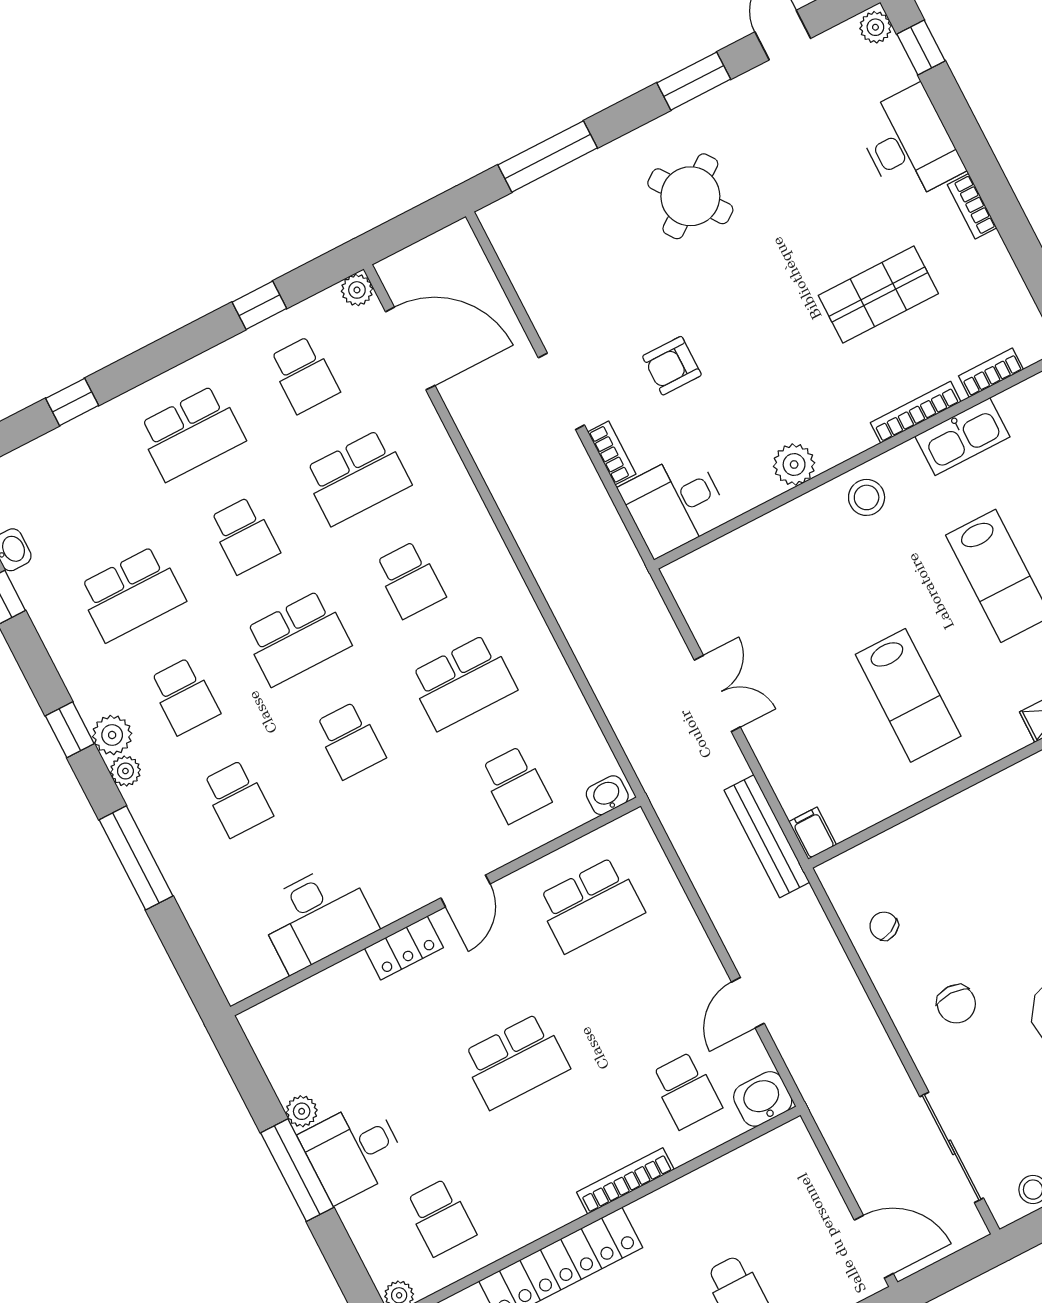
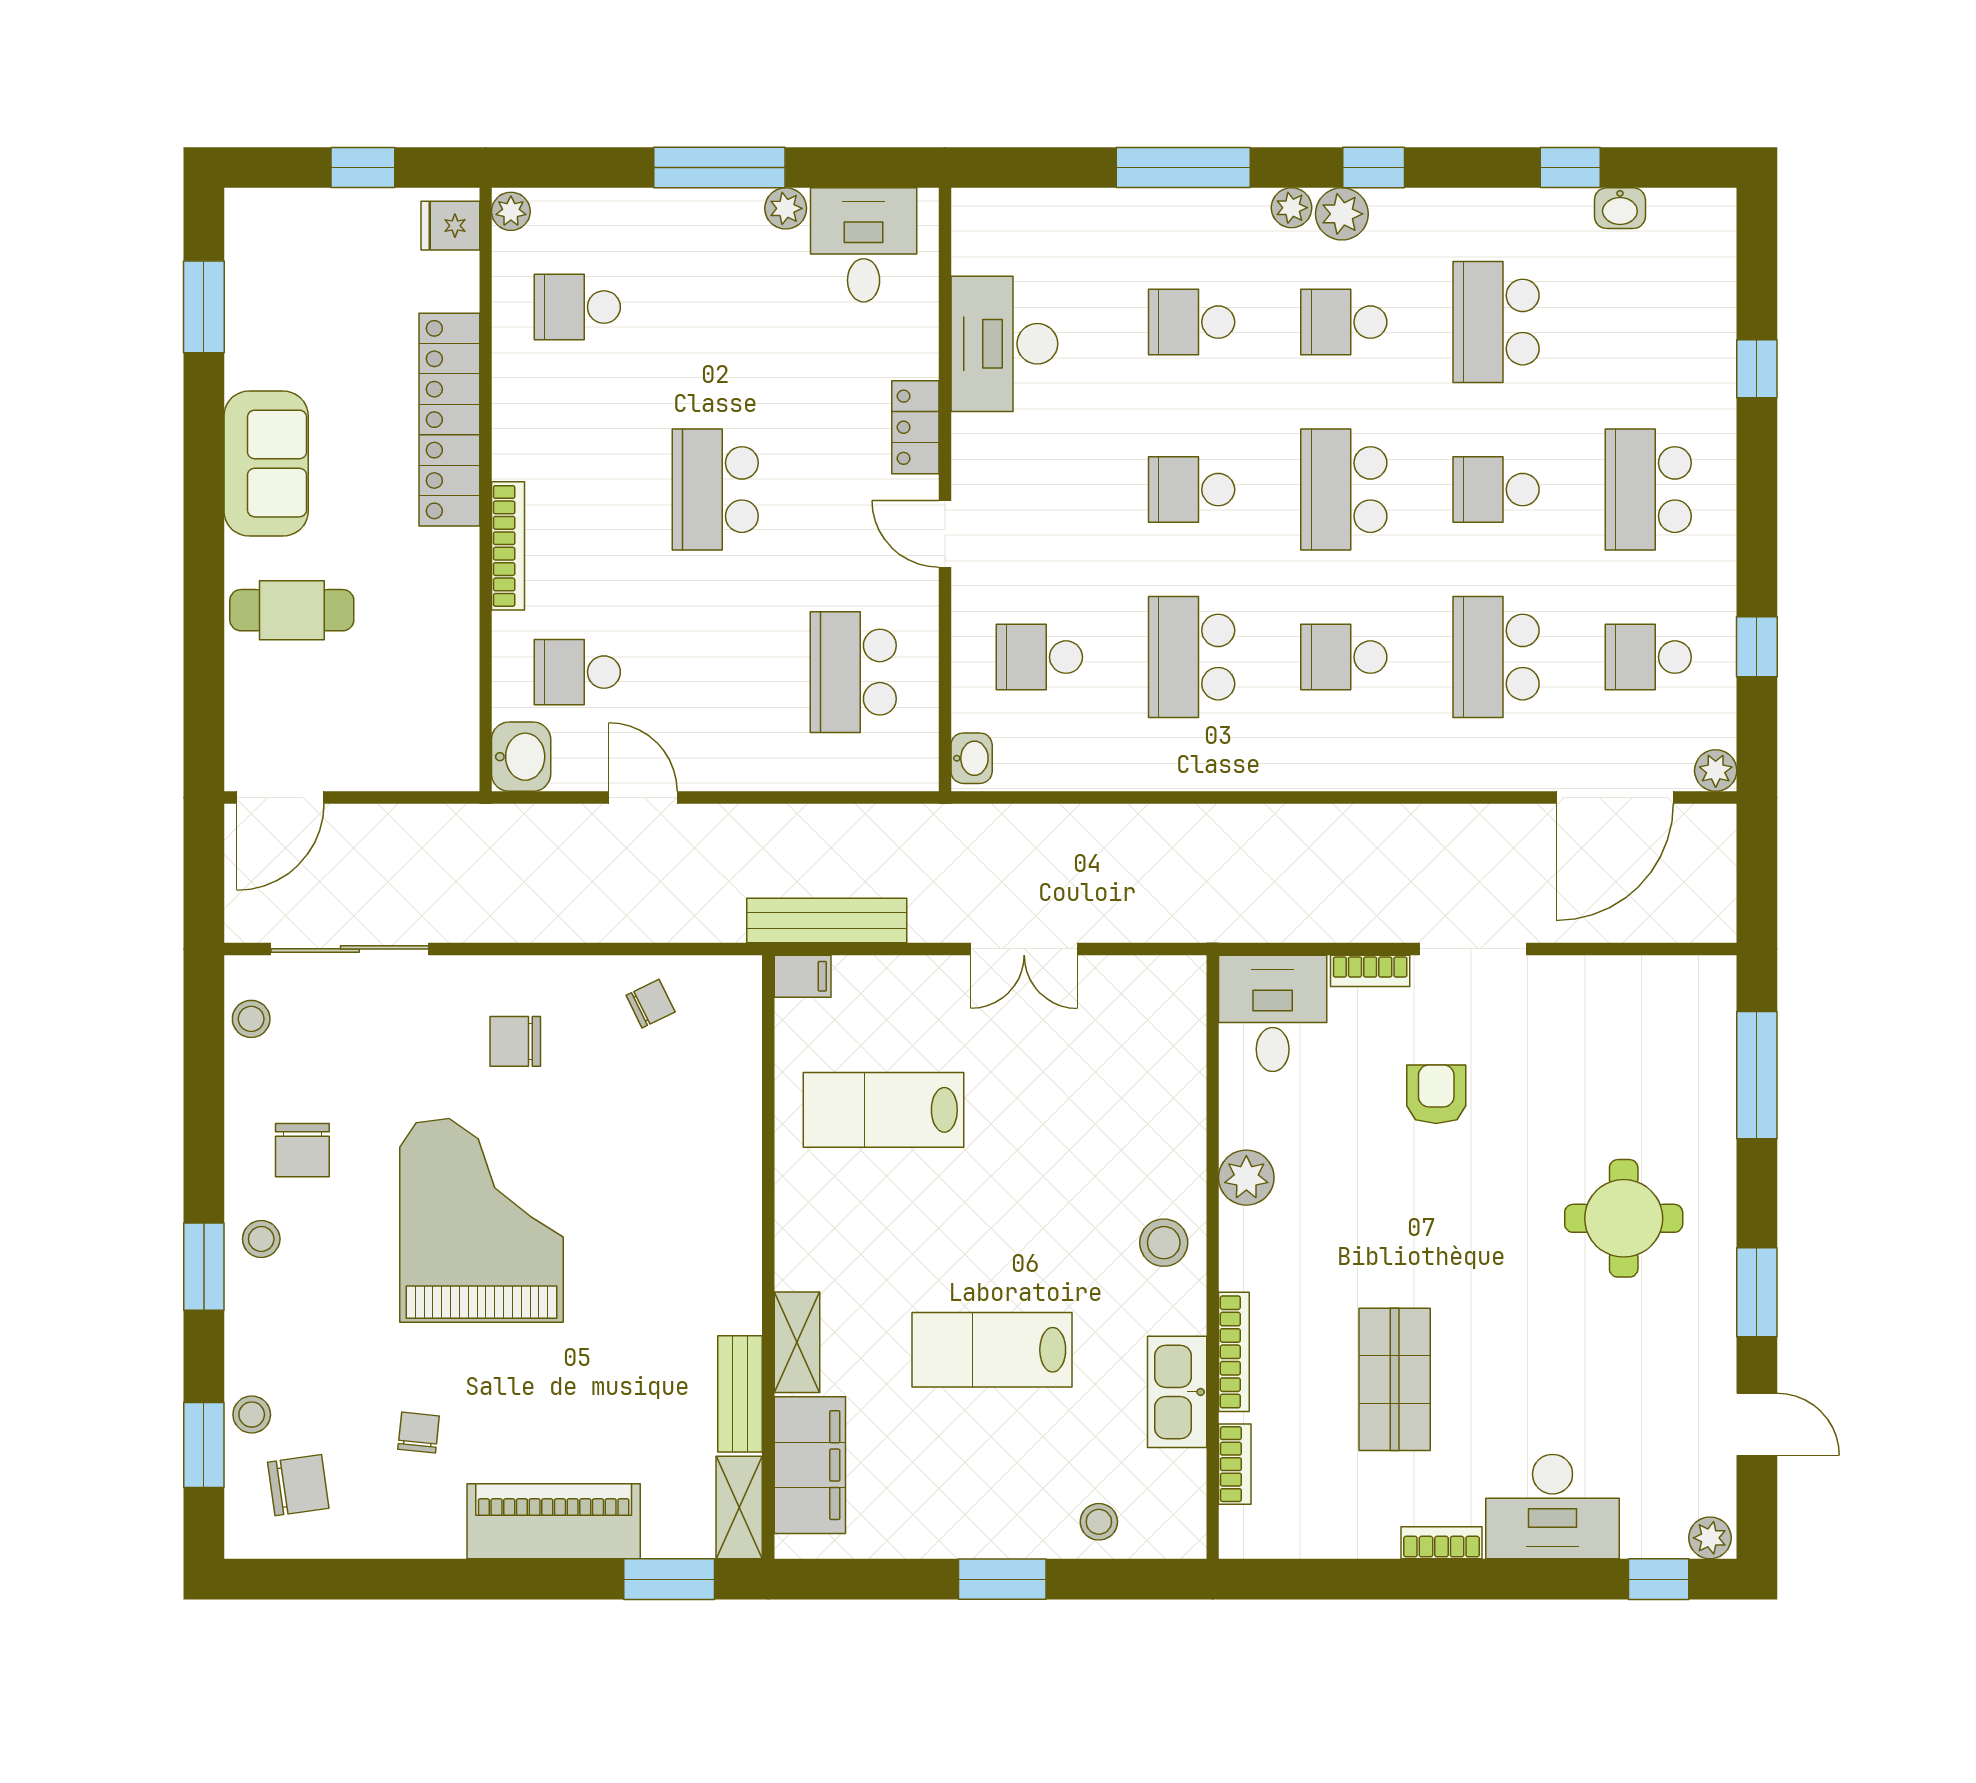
round table: (690, 196) -> (1624, 1218), turned 36
lab bench: (908, 695) -> (883, 1110), moved
desk: (353, 1151) -> (864, 245), moved

